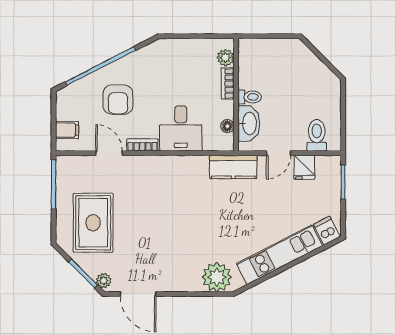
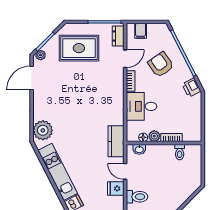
printer: (152, 53) -> (191, 88), added
plant: (226, 58) -> (154, 136), moved
toilet: (250, 97) -> (180, 152), moved
armchair: (118, 100) -> (161, 65), turned 55
washbasin: (249, 123) -> (139, 149), width x0.52, depth x0.69
dresser: (75, 164) -> (118, 36), added

